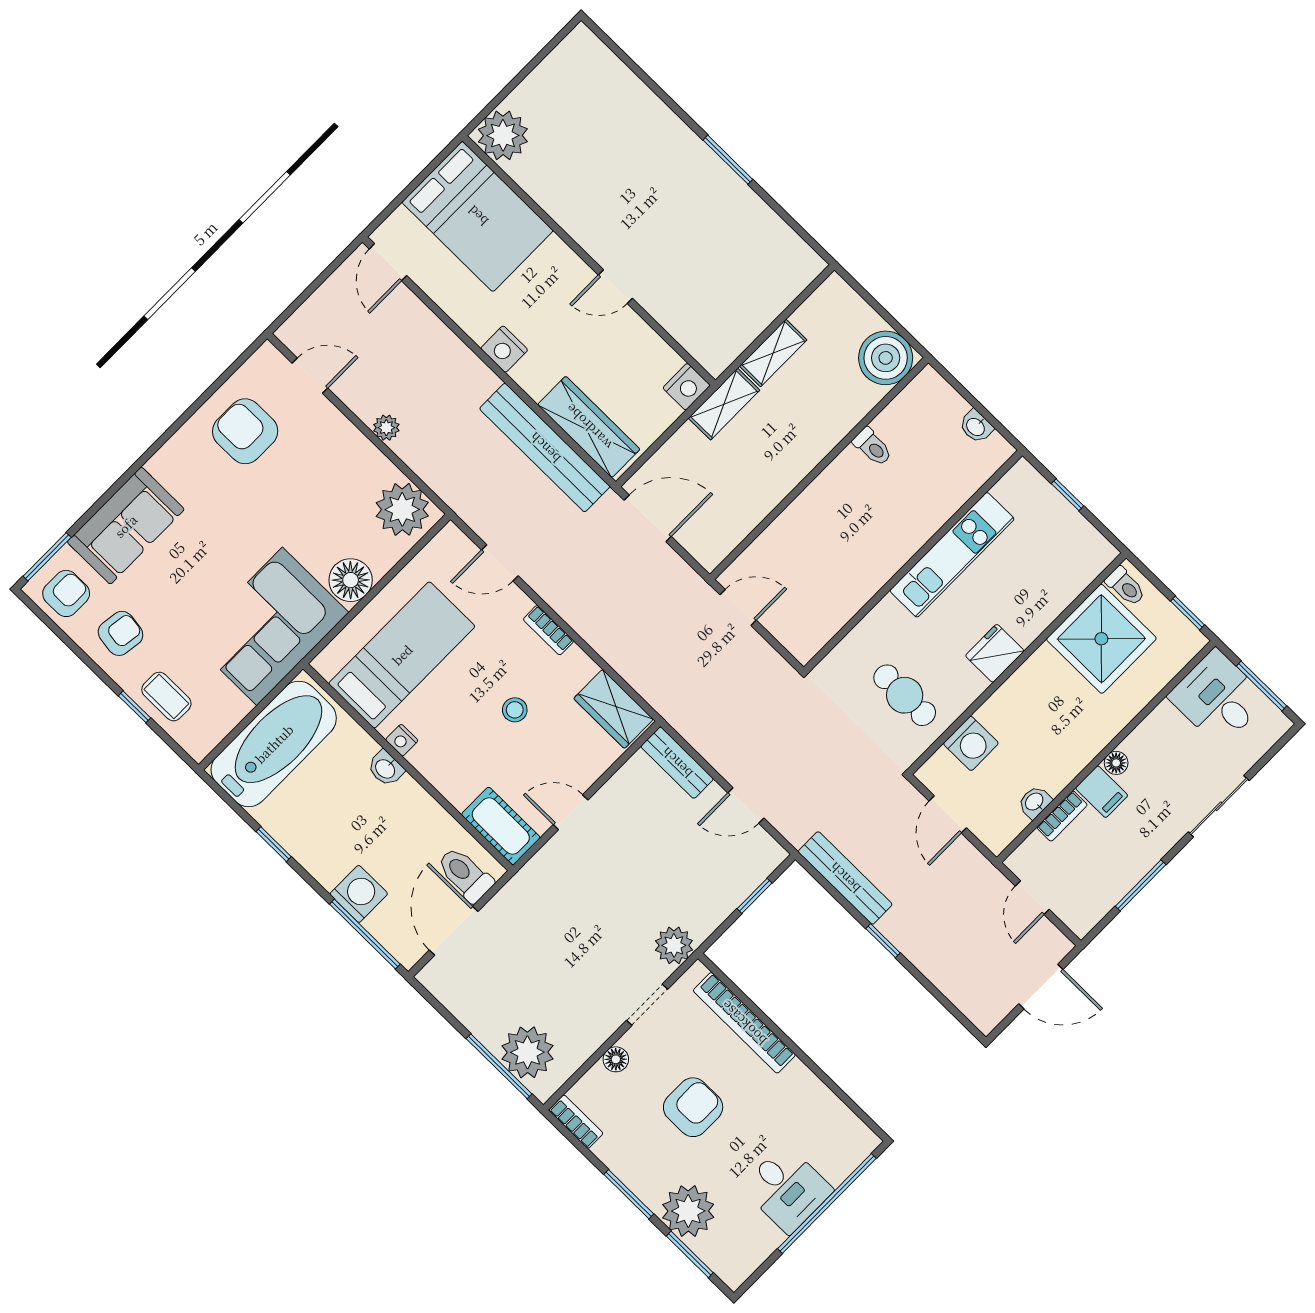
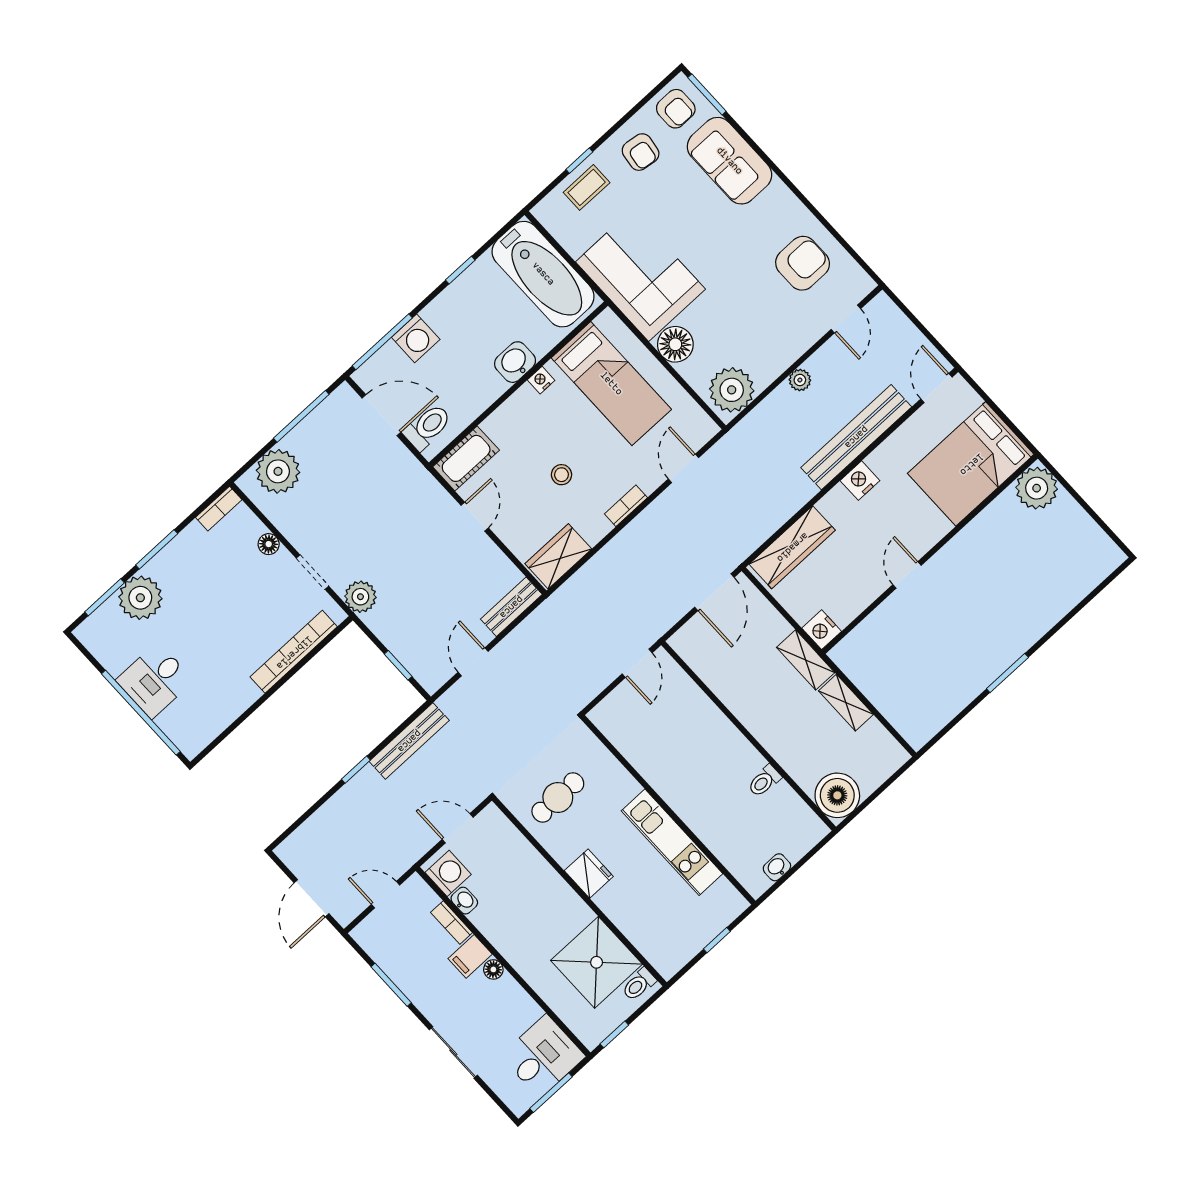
door: (388, 262) -> (936, 388), hinge flipped
bench: (545, 448) -> (856, 437), moved
washing machine: (971, 743) -> (448, 873), moved, turned 180
washbasin: (386, 768) -> (515, 362), width x1.38, depth x1.45
window: (499, 1066) -> (301, 416), moved
armchair: (693, 1107) -> (226, 606), removed

